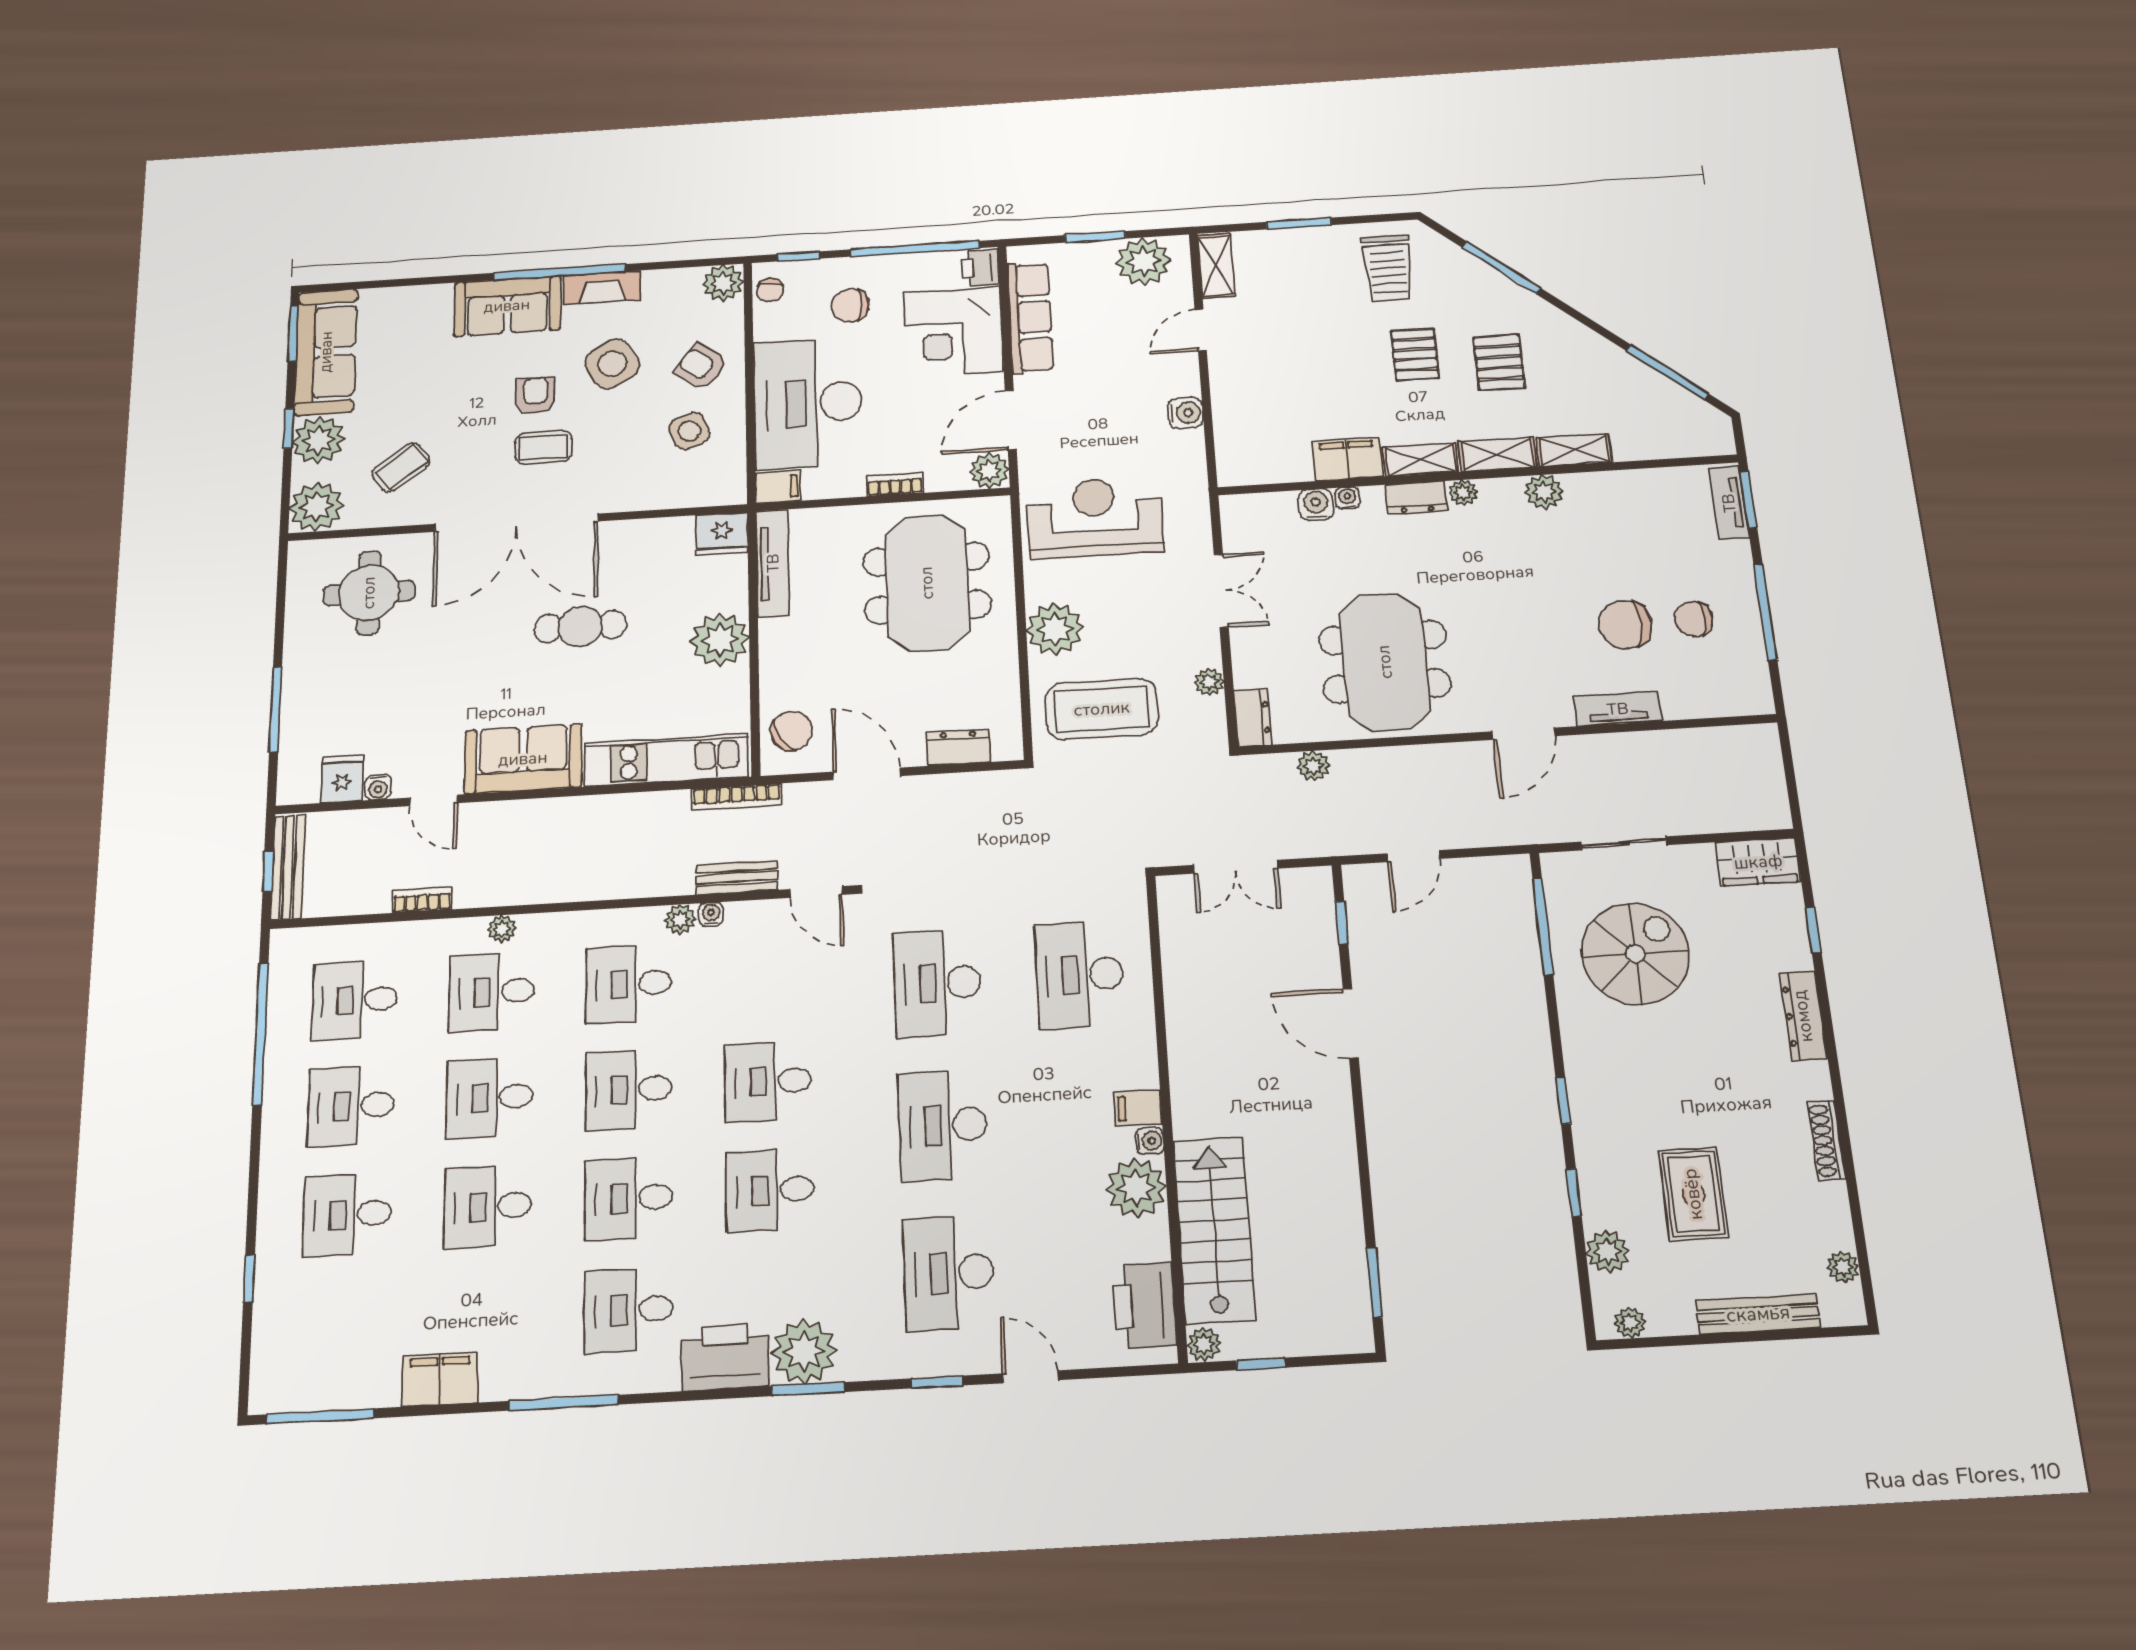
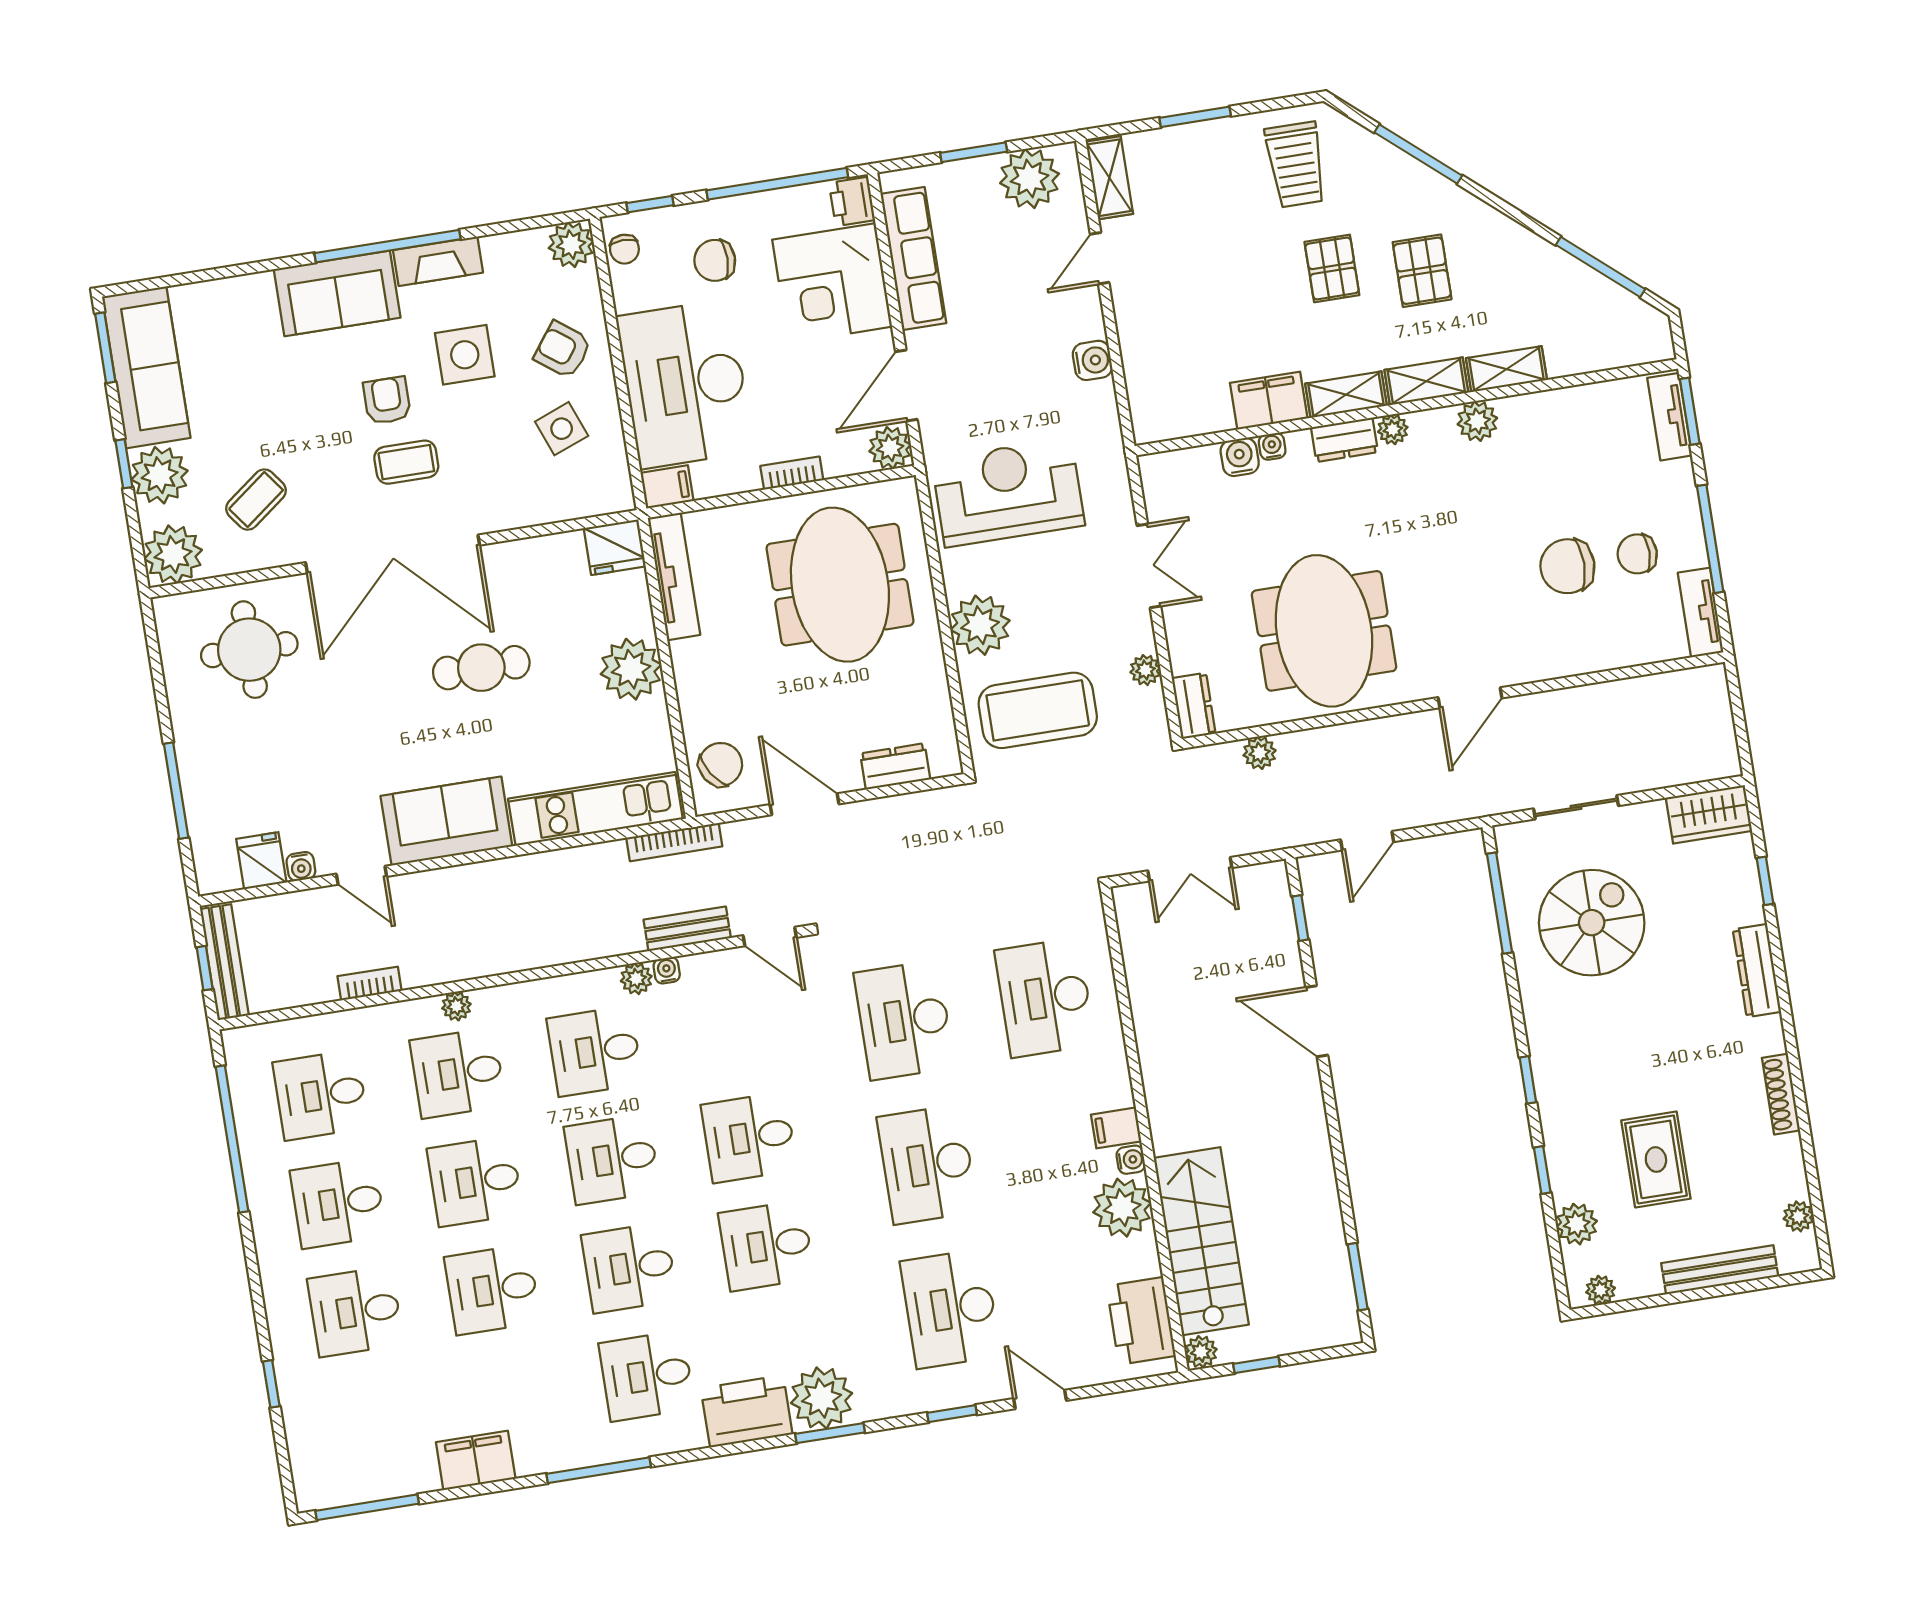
side table: (612, 364) -> (465, 355), turned 31
tv unit: (1618, 709) -> (1701, 613), moved, turned -90

